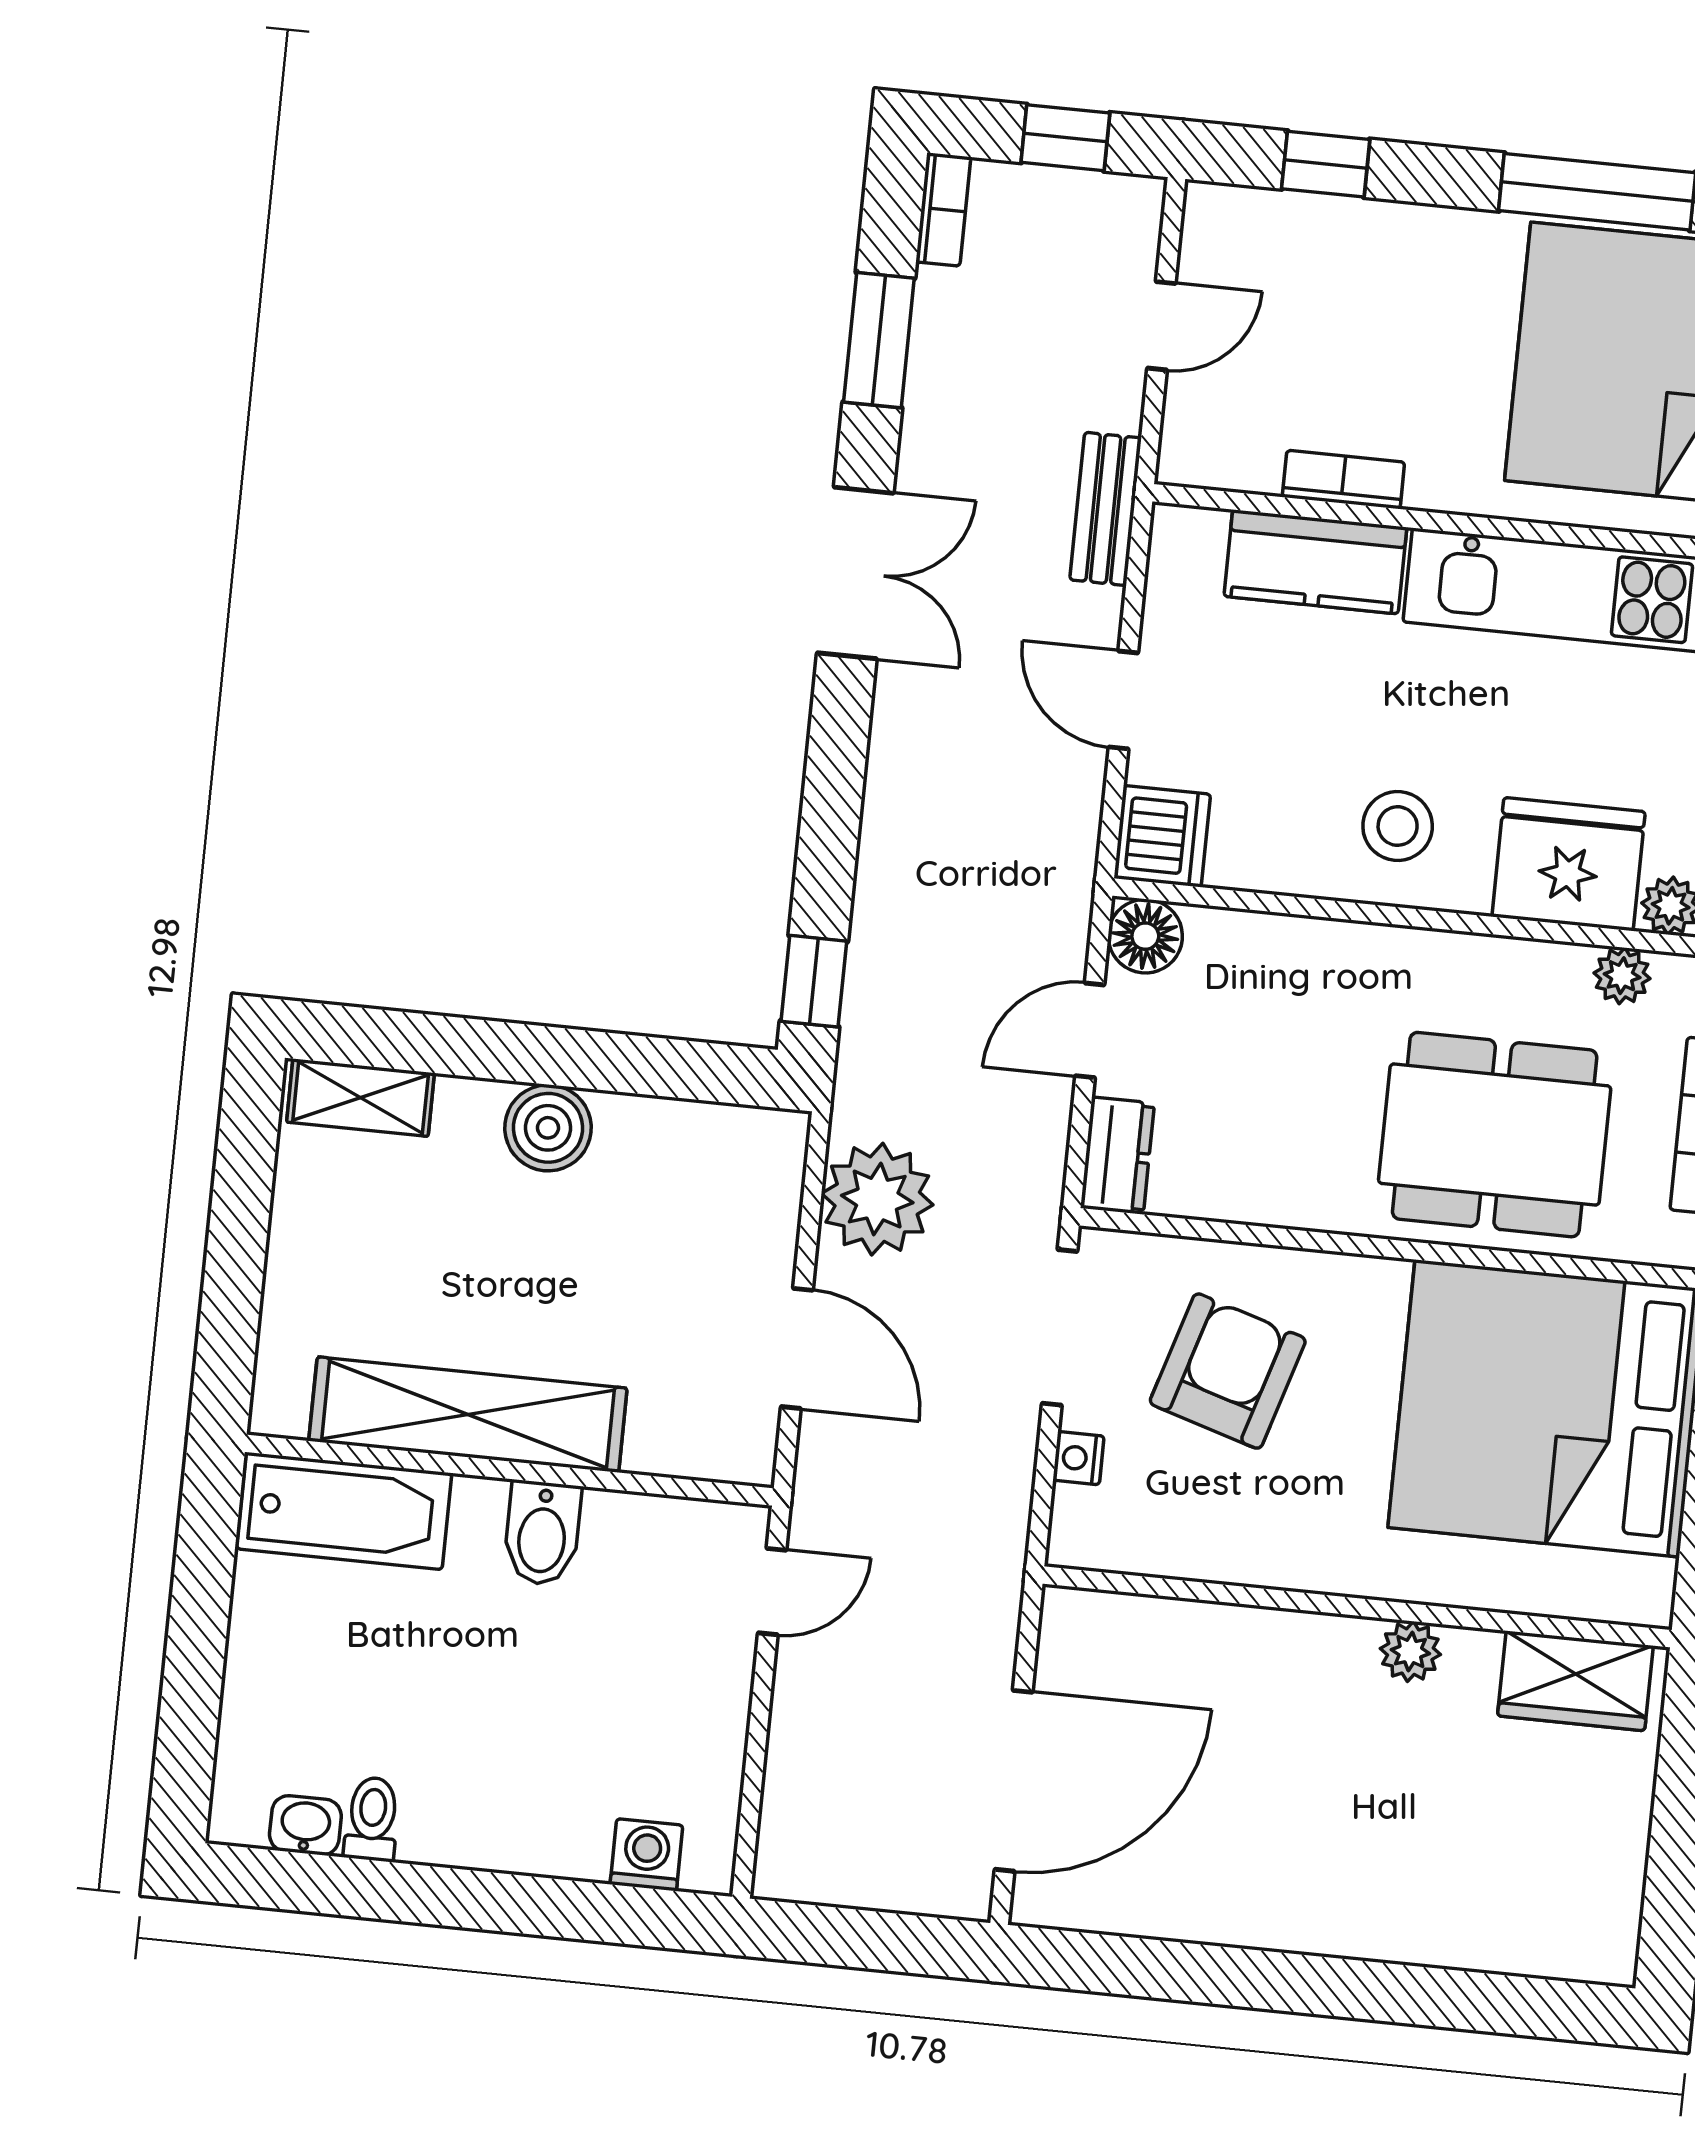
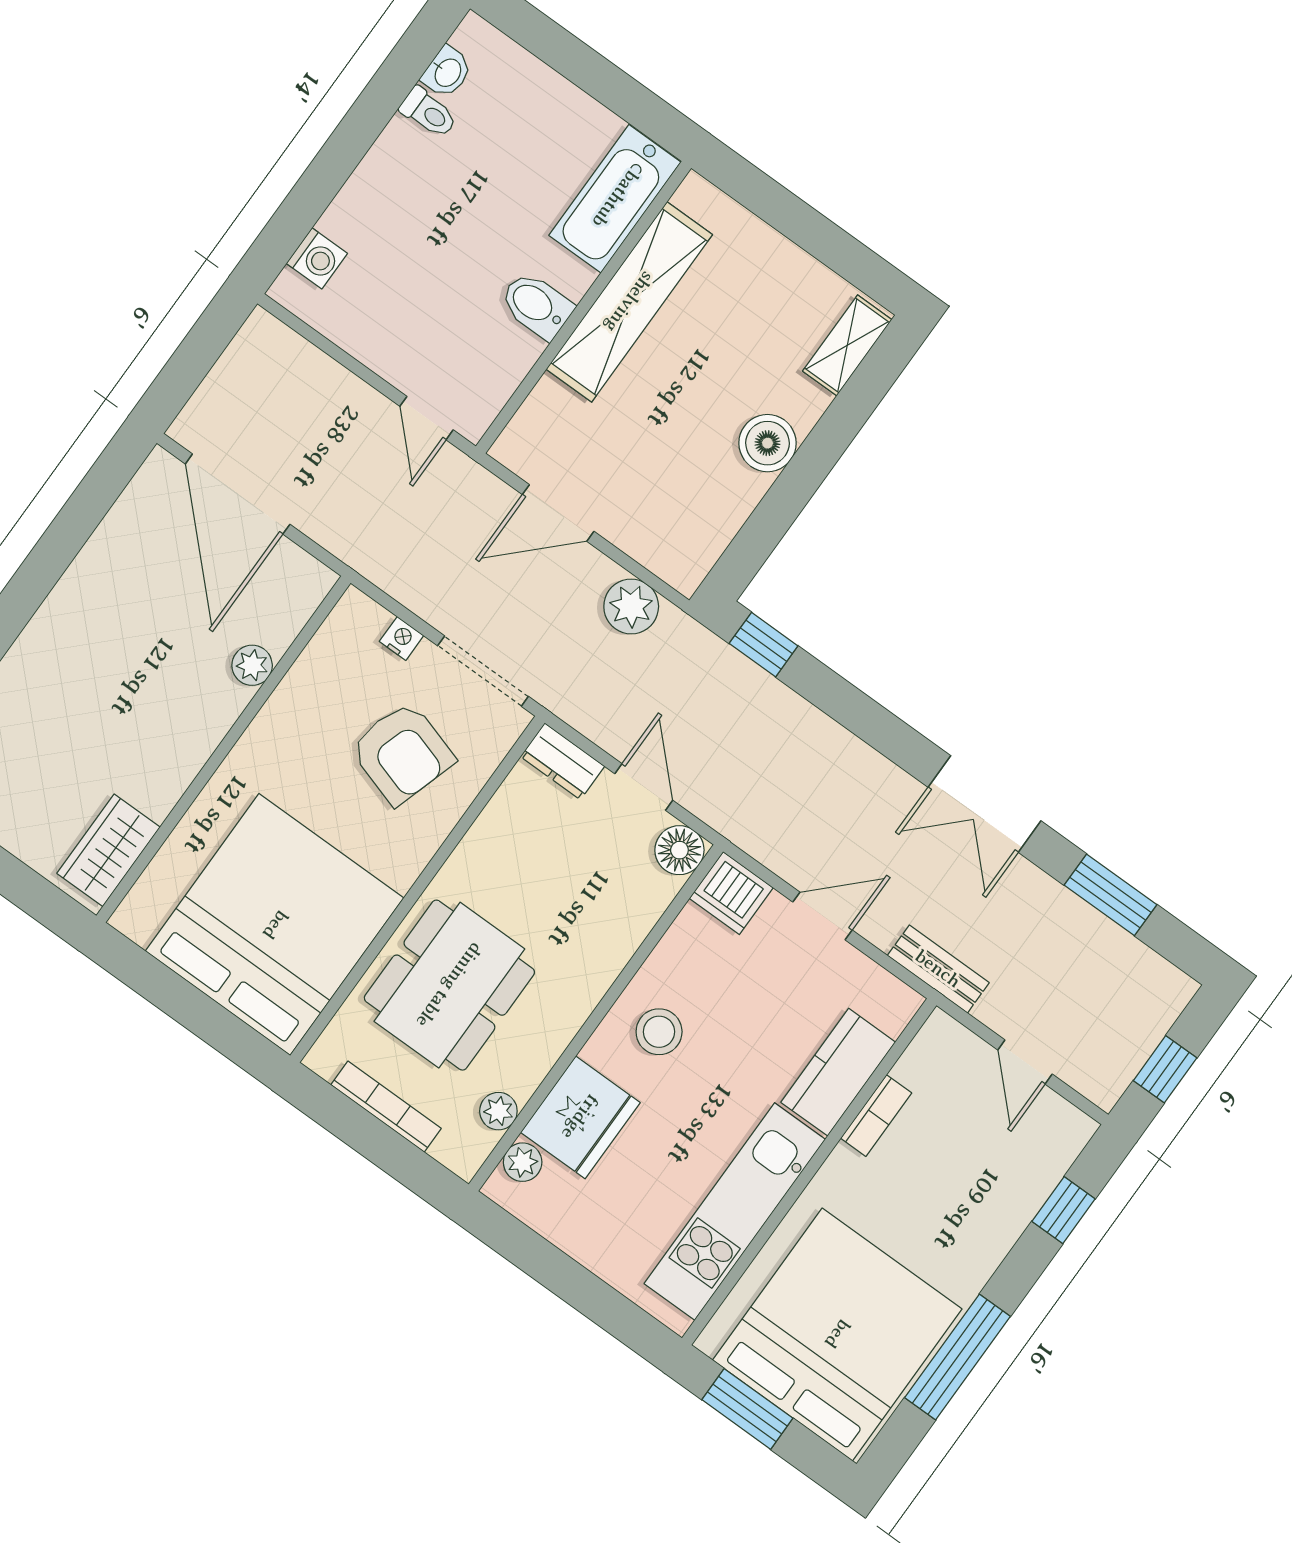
bookcase: (943, 209) -> (1164, 975), removed
plant: (877, 1199) -> (631, 606), width x0.73, depth x0.73
plant: (1410, 1652) -> (252, 665), moved

